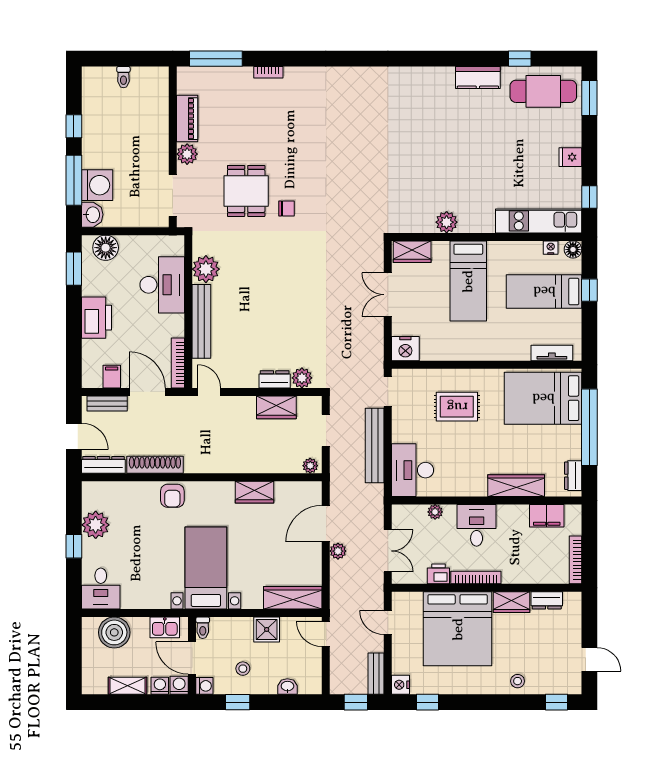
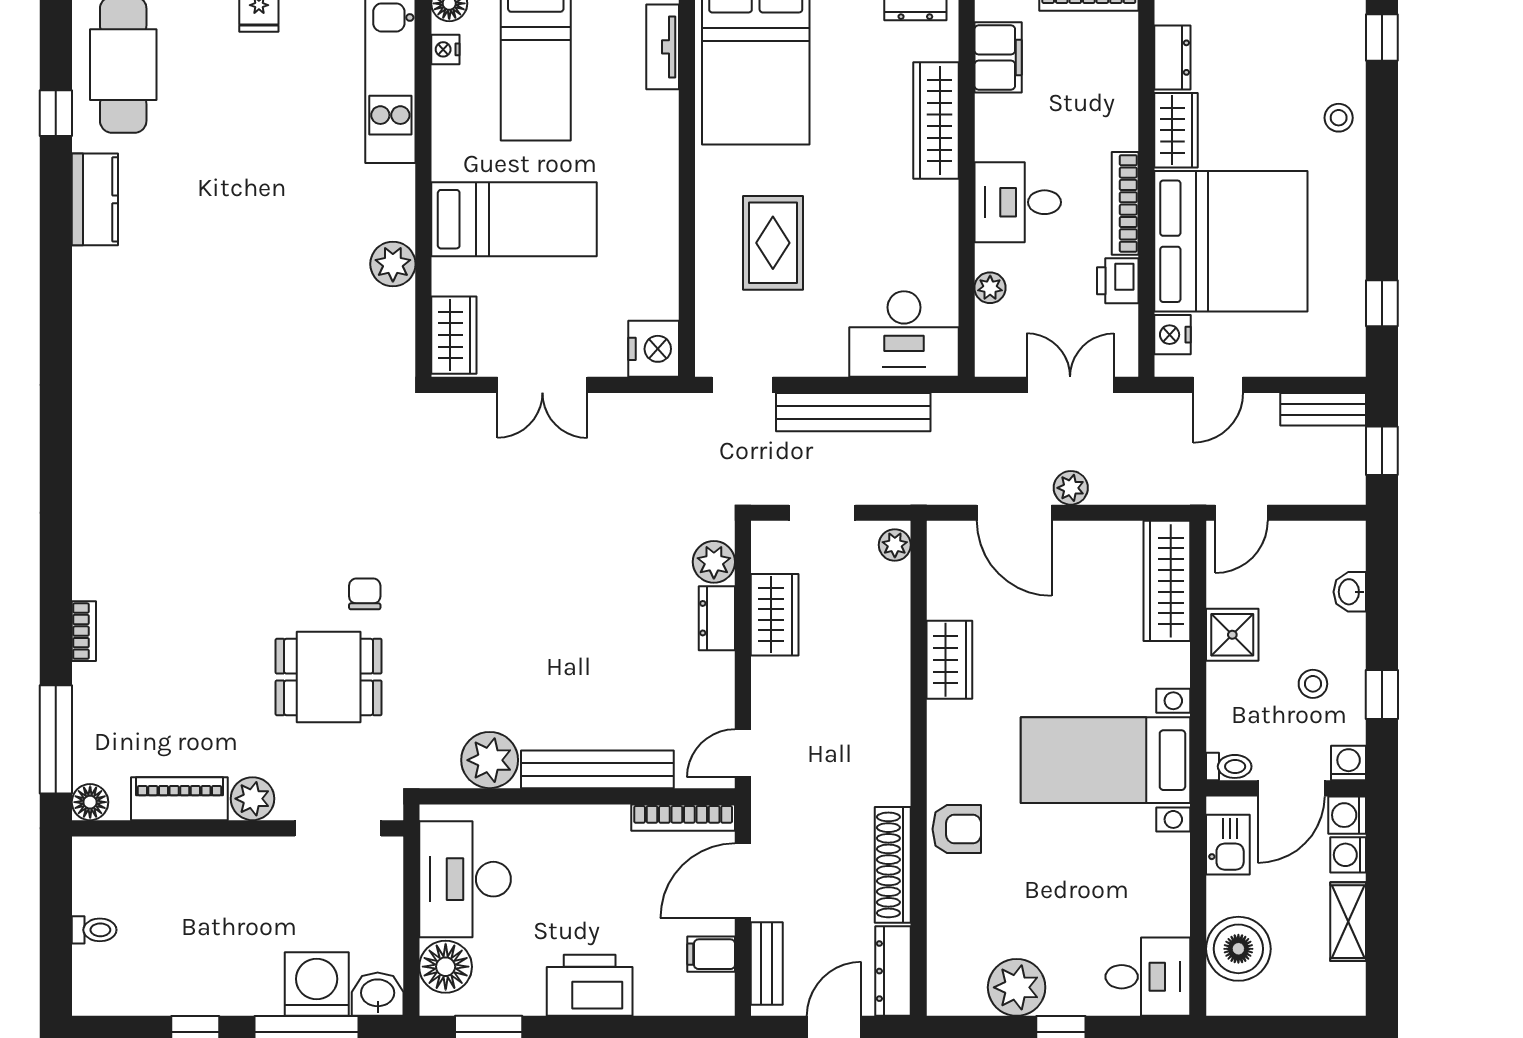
floor lamp: (185, 75) -> (90, 802), added
desk: (162, 285) -> (465, 879), moved, turned -90
nightstand: (401, 685) -> (1172, 335), moved, turned 90

